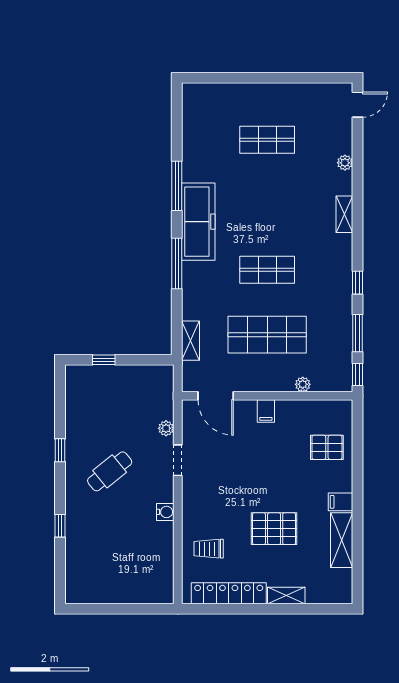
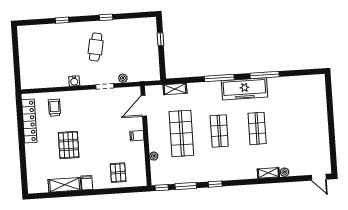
shop shelf: (267, 140) -> (257, 128), moved
shelving: (344, 214) -> (268, 173), moved
cafe table: (110, 471) -> (96, 47), turned 50
shelving: (286, 595) -> (30, 155), removed

